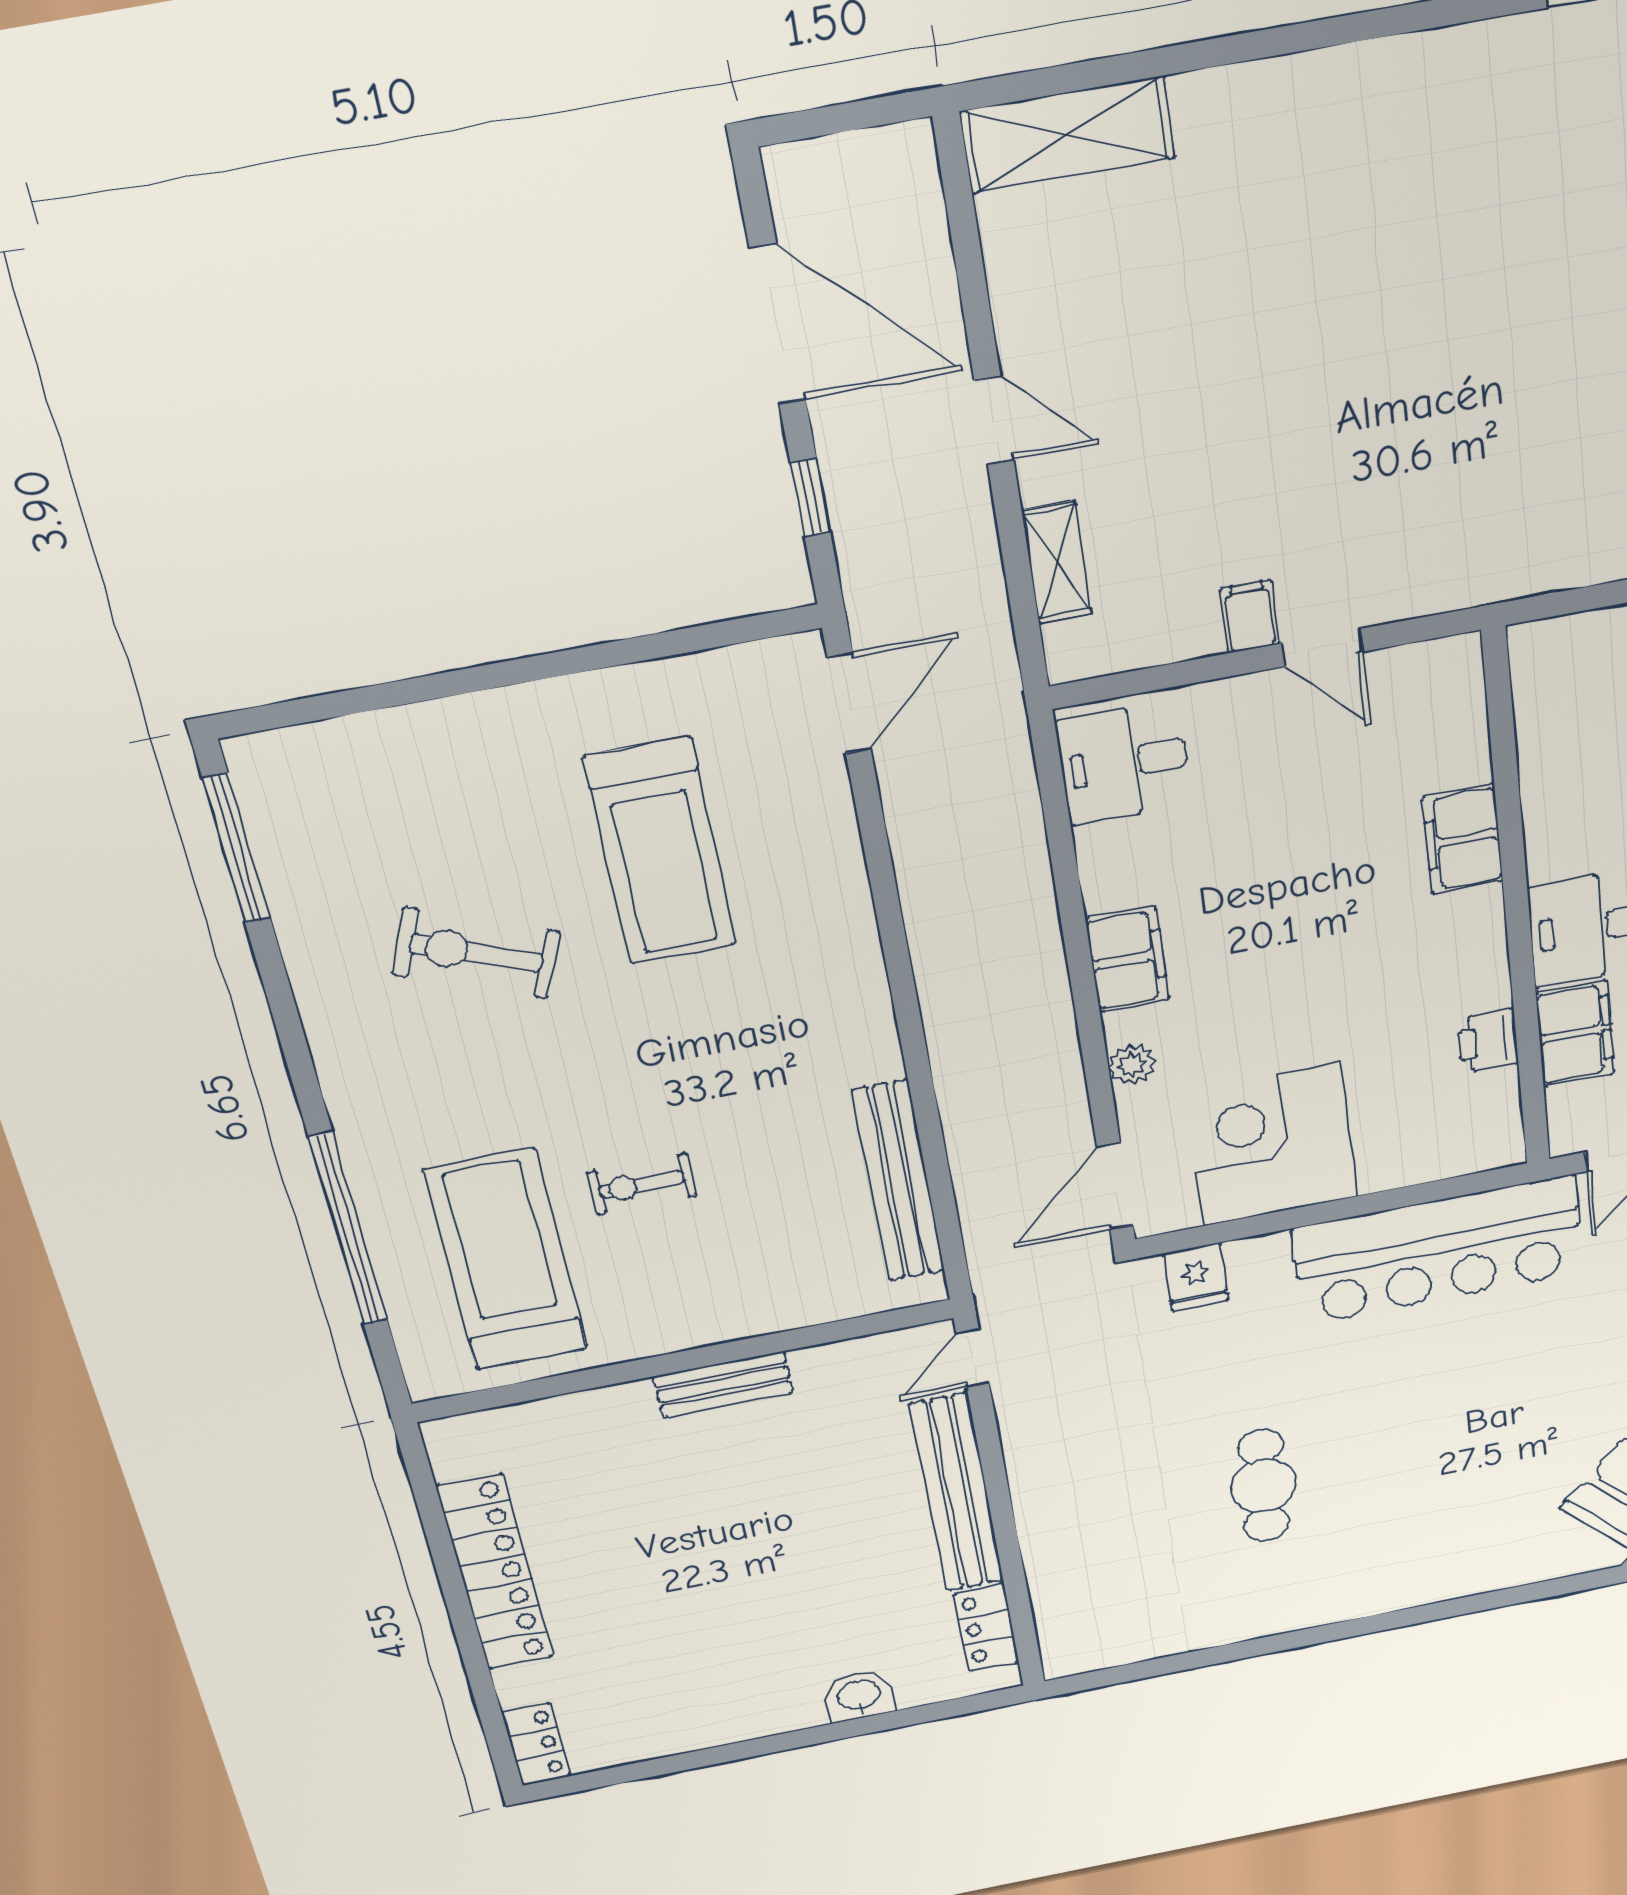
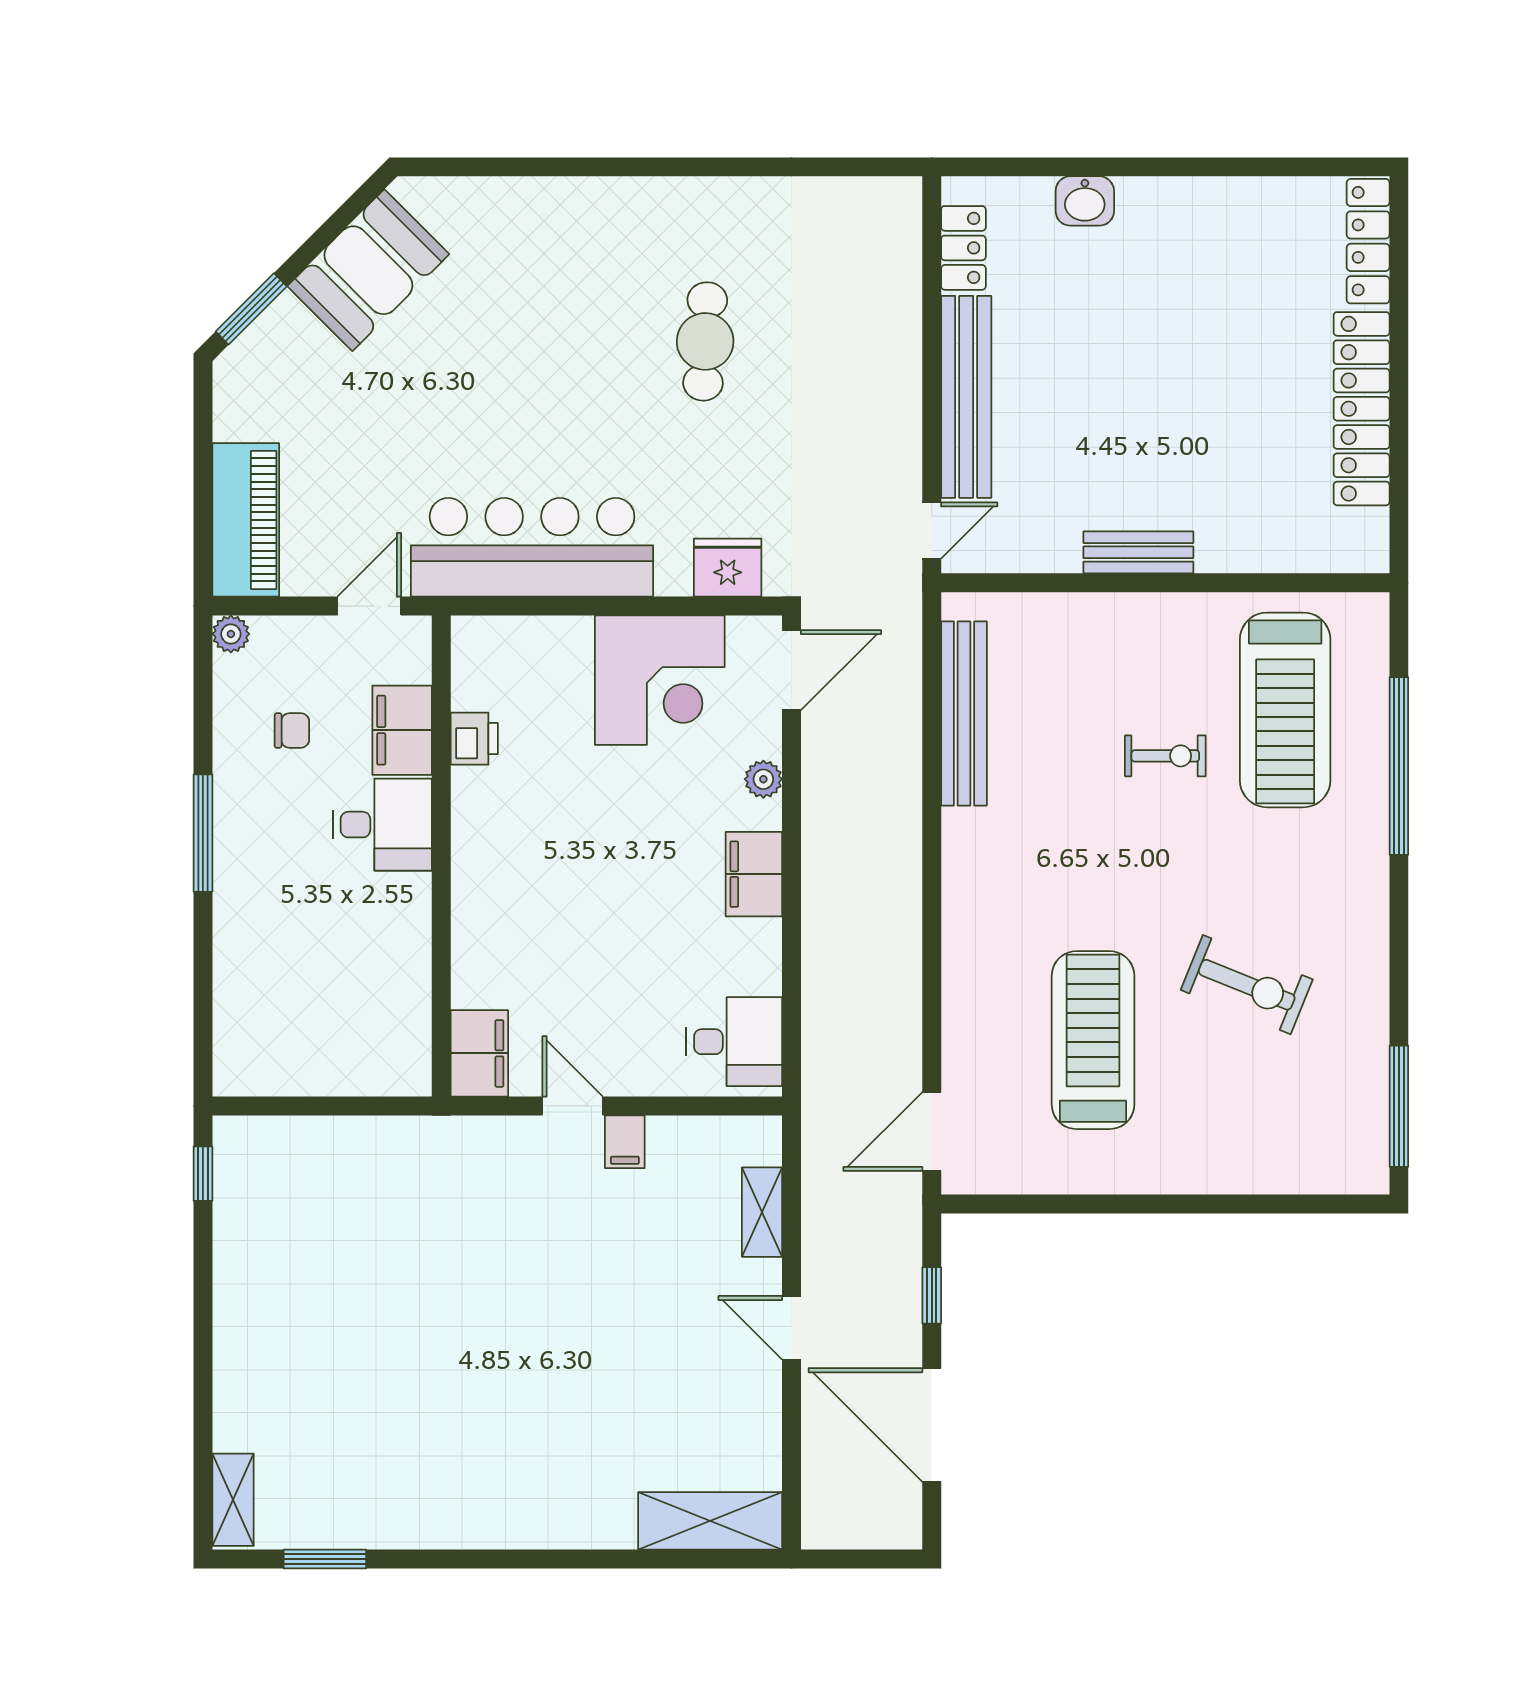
filing cabinet: (1463, 839) -> (479, 1053), moved
fridge: (1196, 1277) -> (728, 568), width x1.38
locker: (536, 1744) -> (1368, 241), width x1.53

